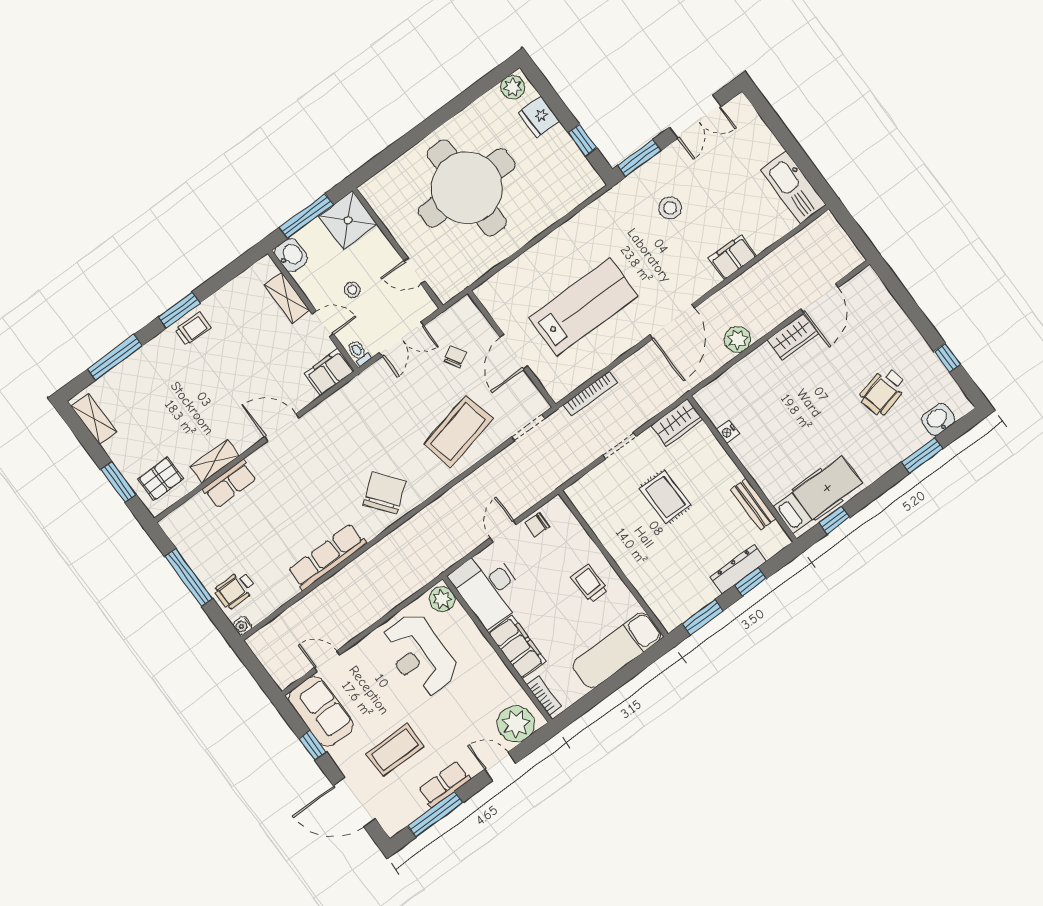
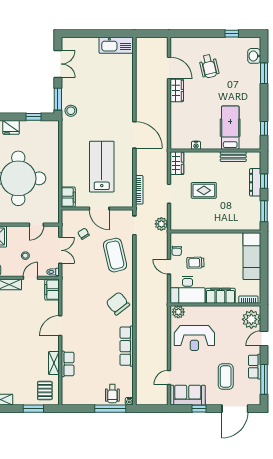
stool: (670, 208) -> (71, 111), moved
filing cabinet: (733, 257) -> (68, 197), moved, turned 180
plant: (738, 339) -> (161, 224), moved
wheelchair: (883, 392) -> (209, 66), moved
hospital bed: (818, 495) -> (230, 128), moved
window: (189, 578) -> (110, 409), moved
trolley: (589, 584) -> (195, 263), moved

